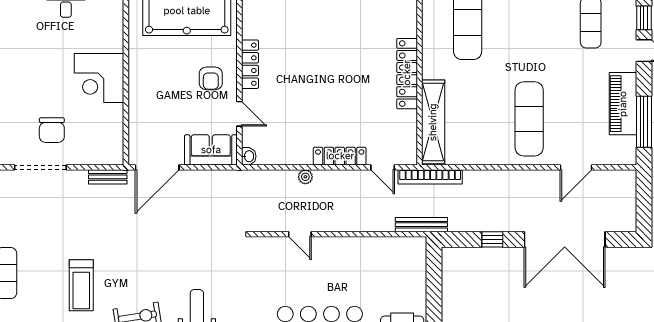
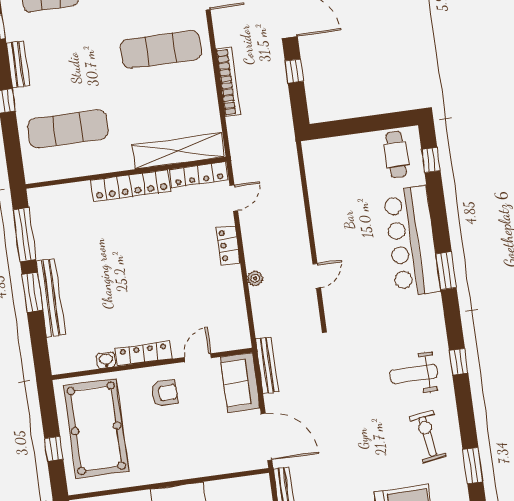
locker: (409, 138) -> (199, 175), added
washbasin: (249, 156) -> (106, 360), moved
locker: (340, 156) -> (228, 245), width x0.66
bookcase: (430, 177) -> (228, 82), moved
bench: (421, 225) -> (267, 365), moved

